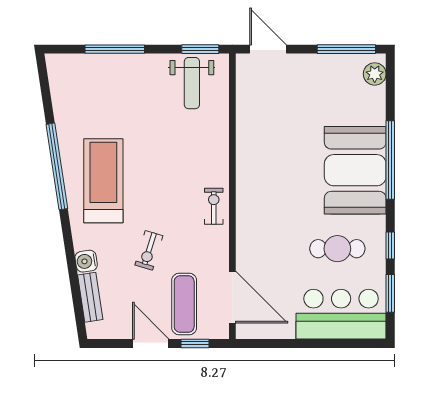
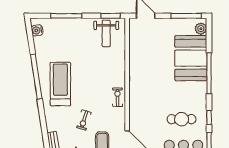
booth: (355, 170) -> (191, 58), moved
water cooler: (86, 261) -> (37, 30), moved

